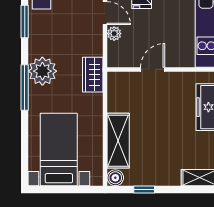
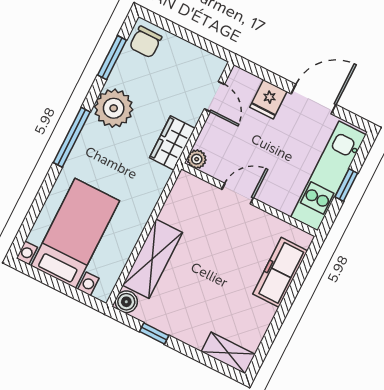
plant: (114, 34) -> (197, 159), moved
plant: (42, 71) -> (114, 108), moved
wardrobe: (93, 75) -> (172, 143), moved

